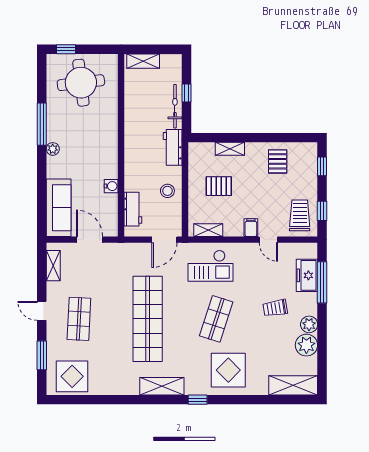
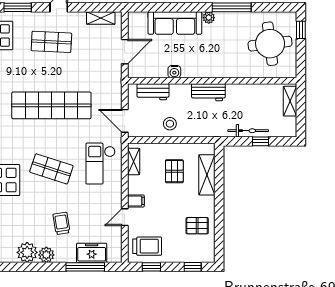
workbench: (173, 147) -> (208, 92), moved, turned 180
shelving: (230, 149) -> (207, 175), width x1.50, depth x1.33
sofa: (59, 208) -> (175, 23), moved

